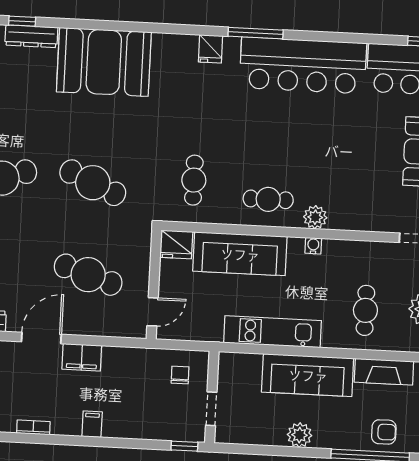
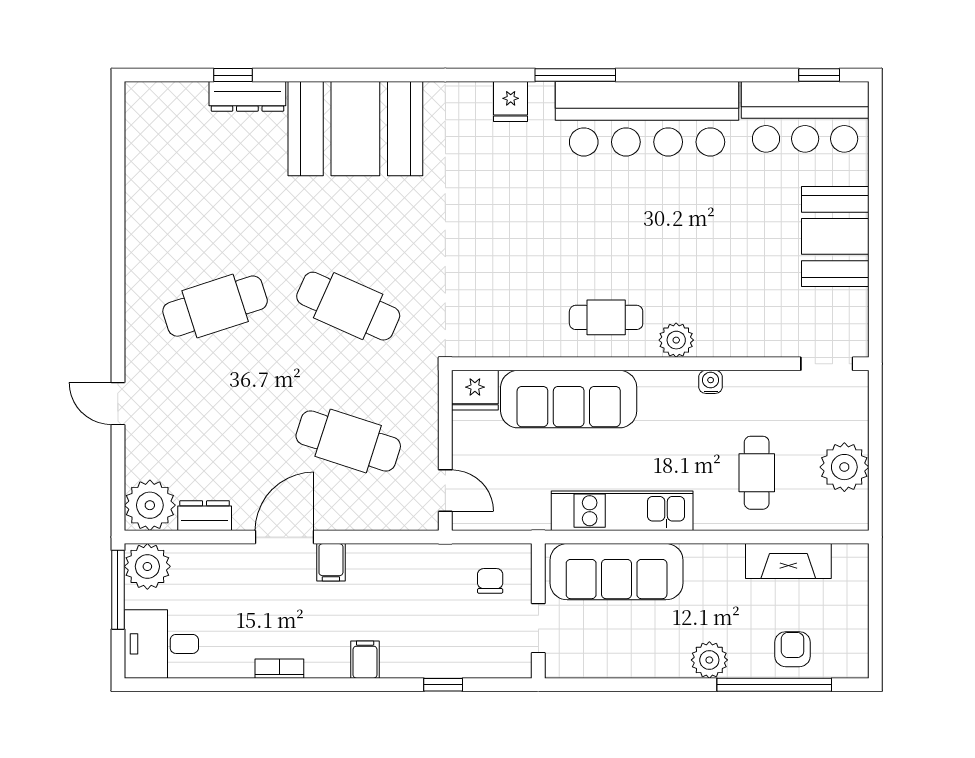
cafe table: (194, 180) -> (496, 295), removed
water cooler: (313, 246) -> (711, 382), moved
door: (153, 312) -> (445, 491), hinge flipped
filing cabinet: (82, 357) -> (331, 562), width x0.50
sofa: (308, 375) -> (617, 572), moved
armchair: (384, 432) -> (793, 649), turned -90
plant: (300, 435) -> (709, 660), moved
window: (184, 446) -> (443, 685), moved

